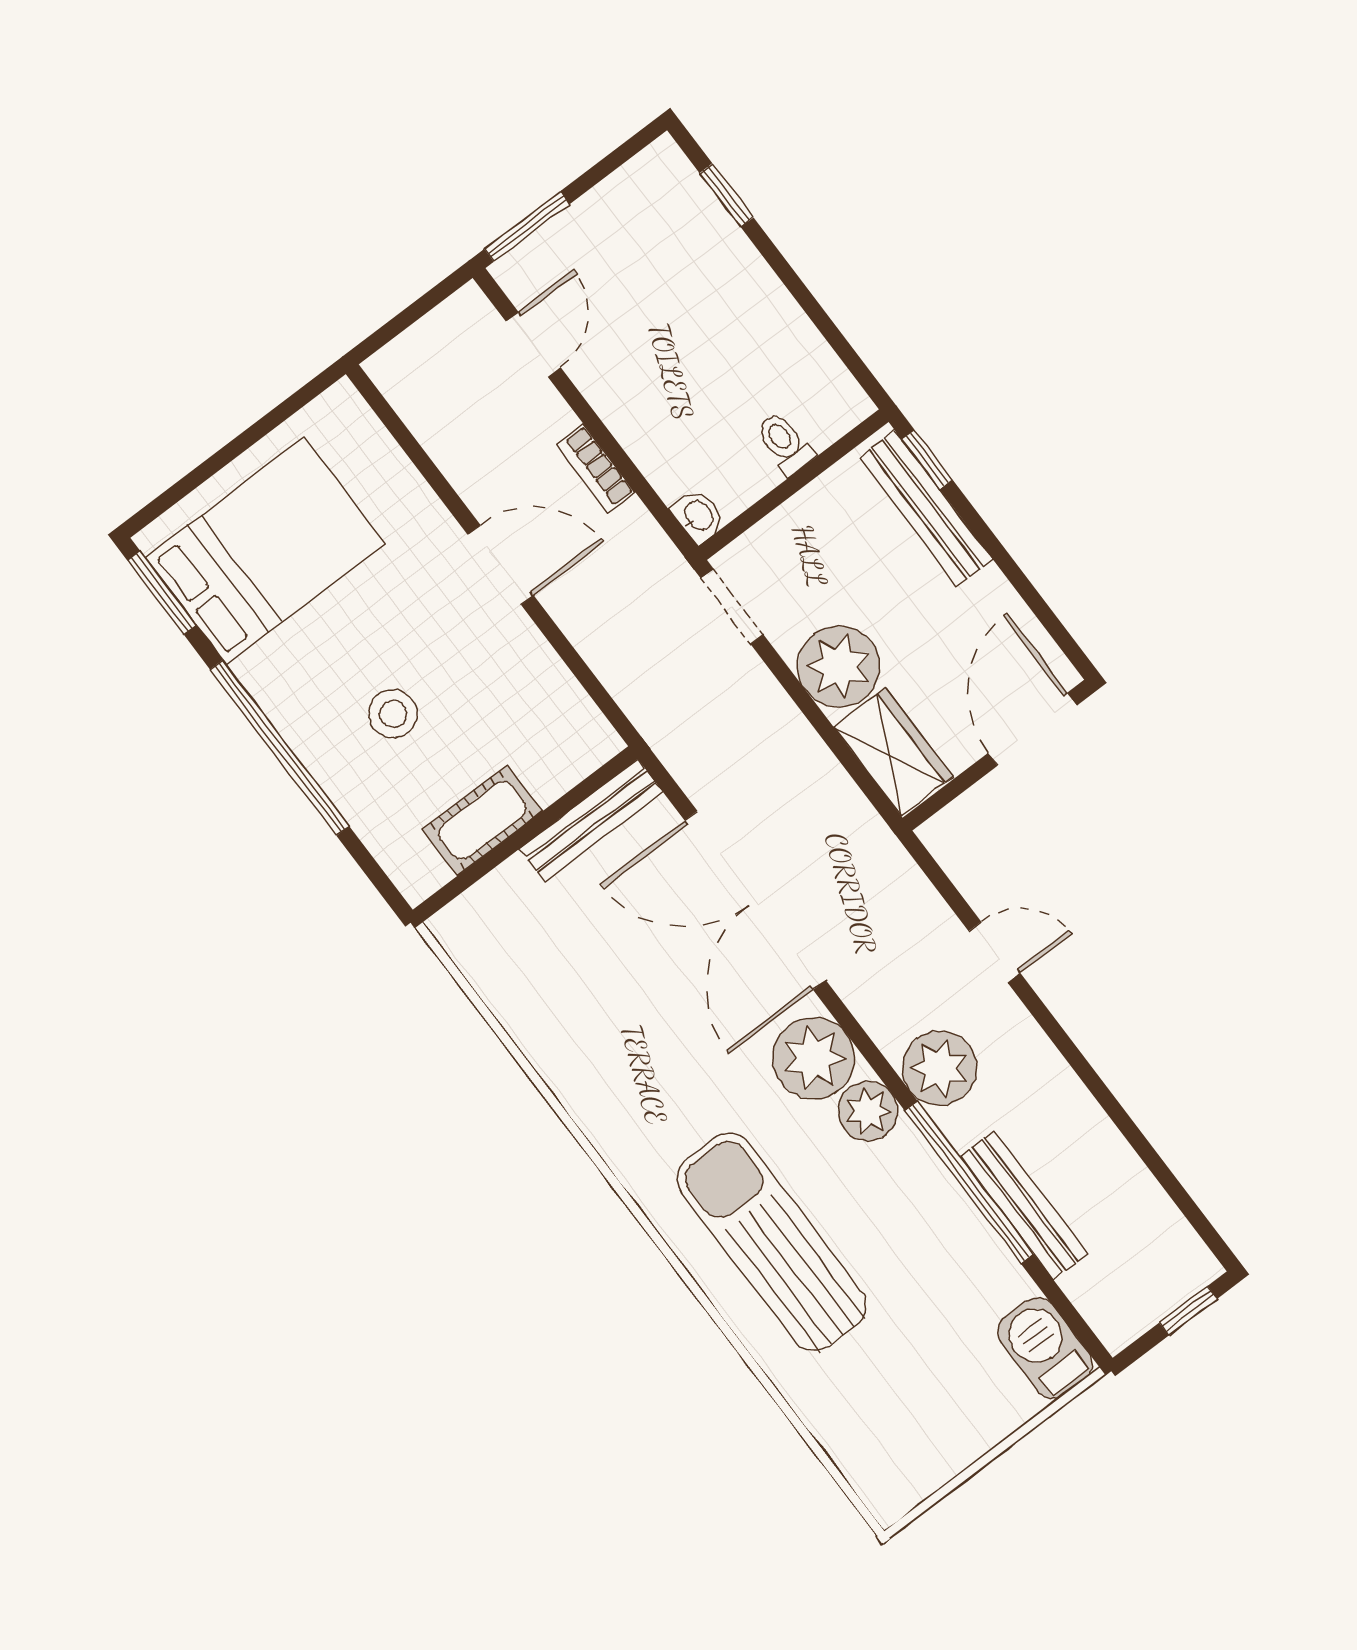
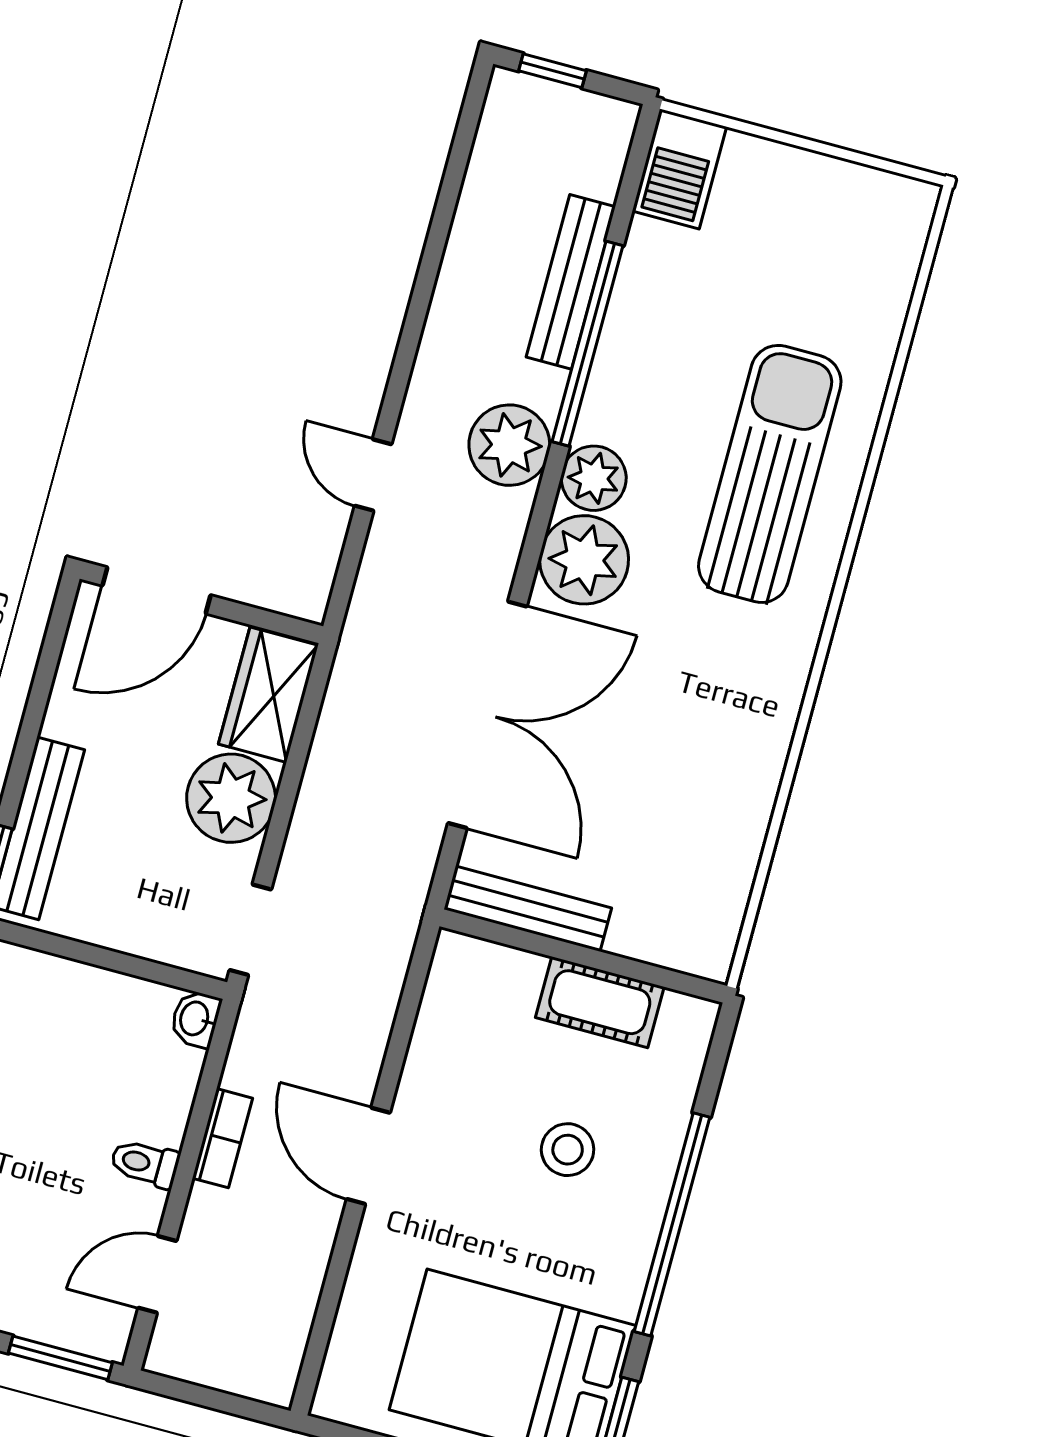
toilet: (785, 443) -> (145, 1163), moved, turned 90
sun lounger: (772, 1242) -> (770, 474), turned 180

